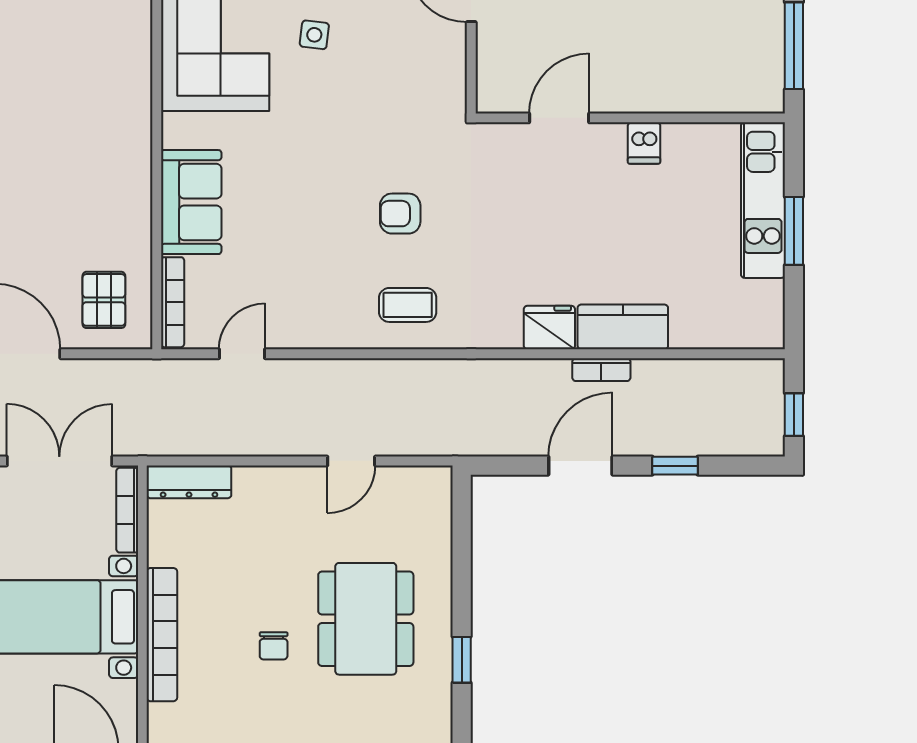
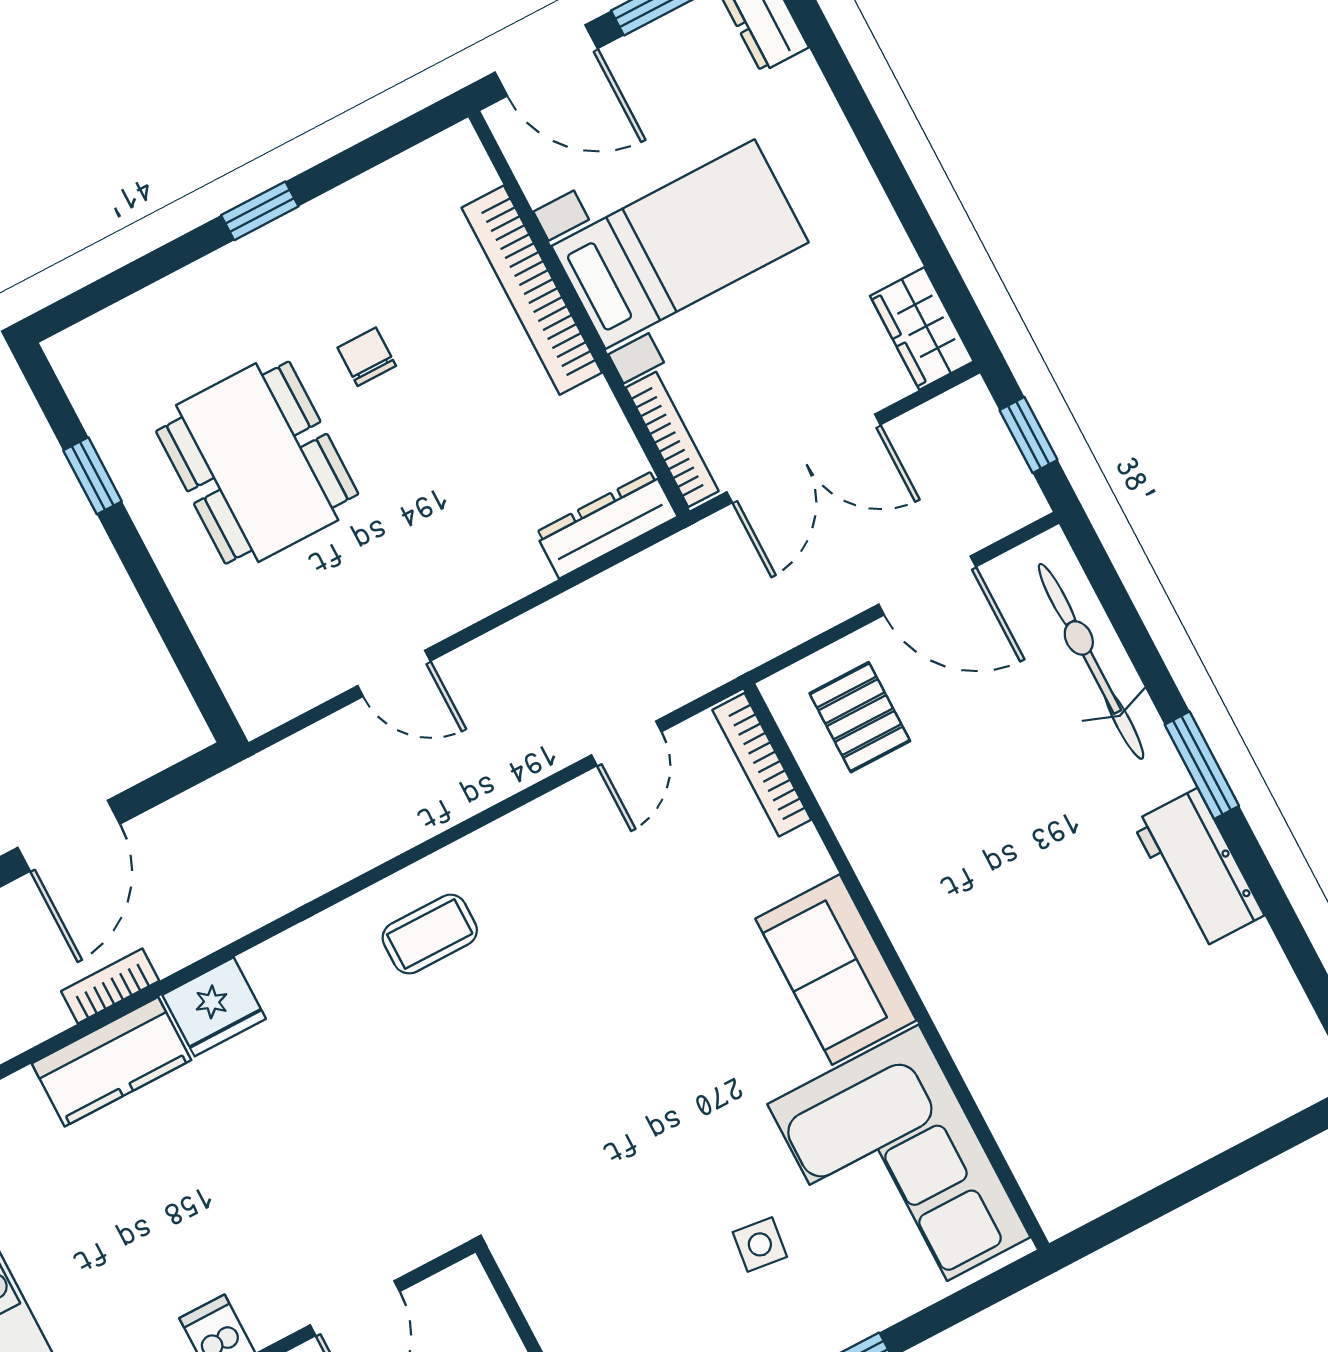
sofa: (191, 202) -> (836, 969), moved
armchair: (400, 214) -> (508, 1057), removed
door: (351, 461) -> (394, 673), swing flipped

